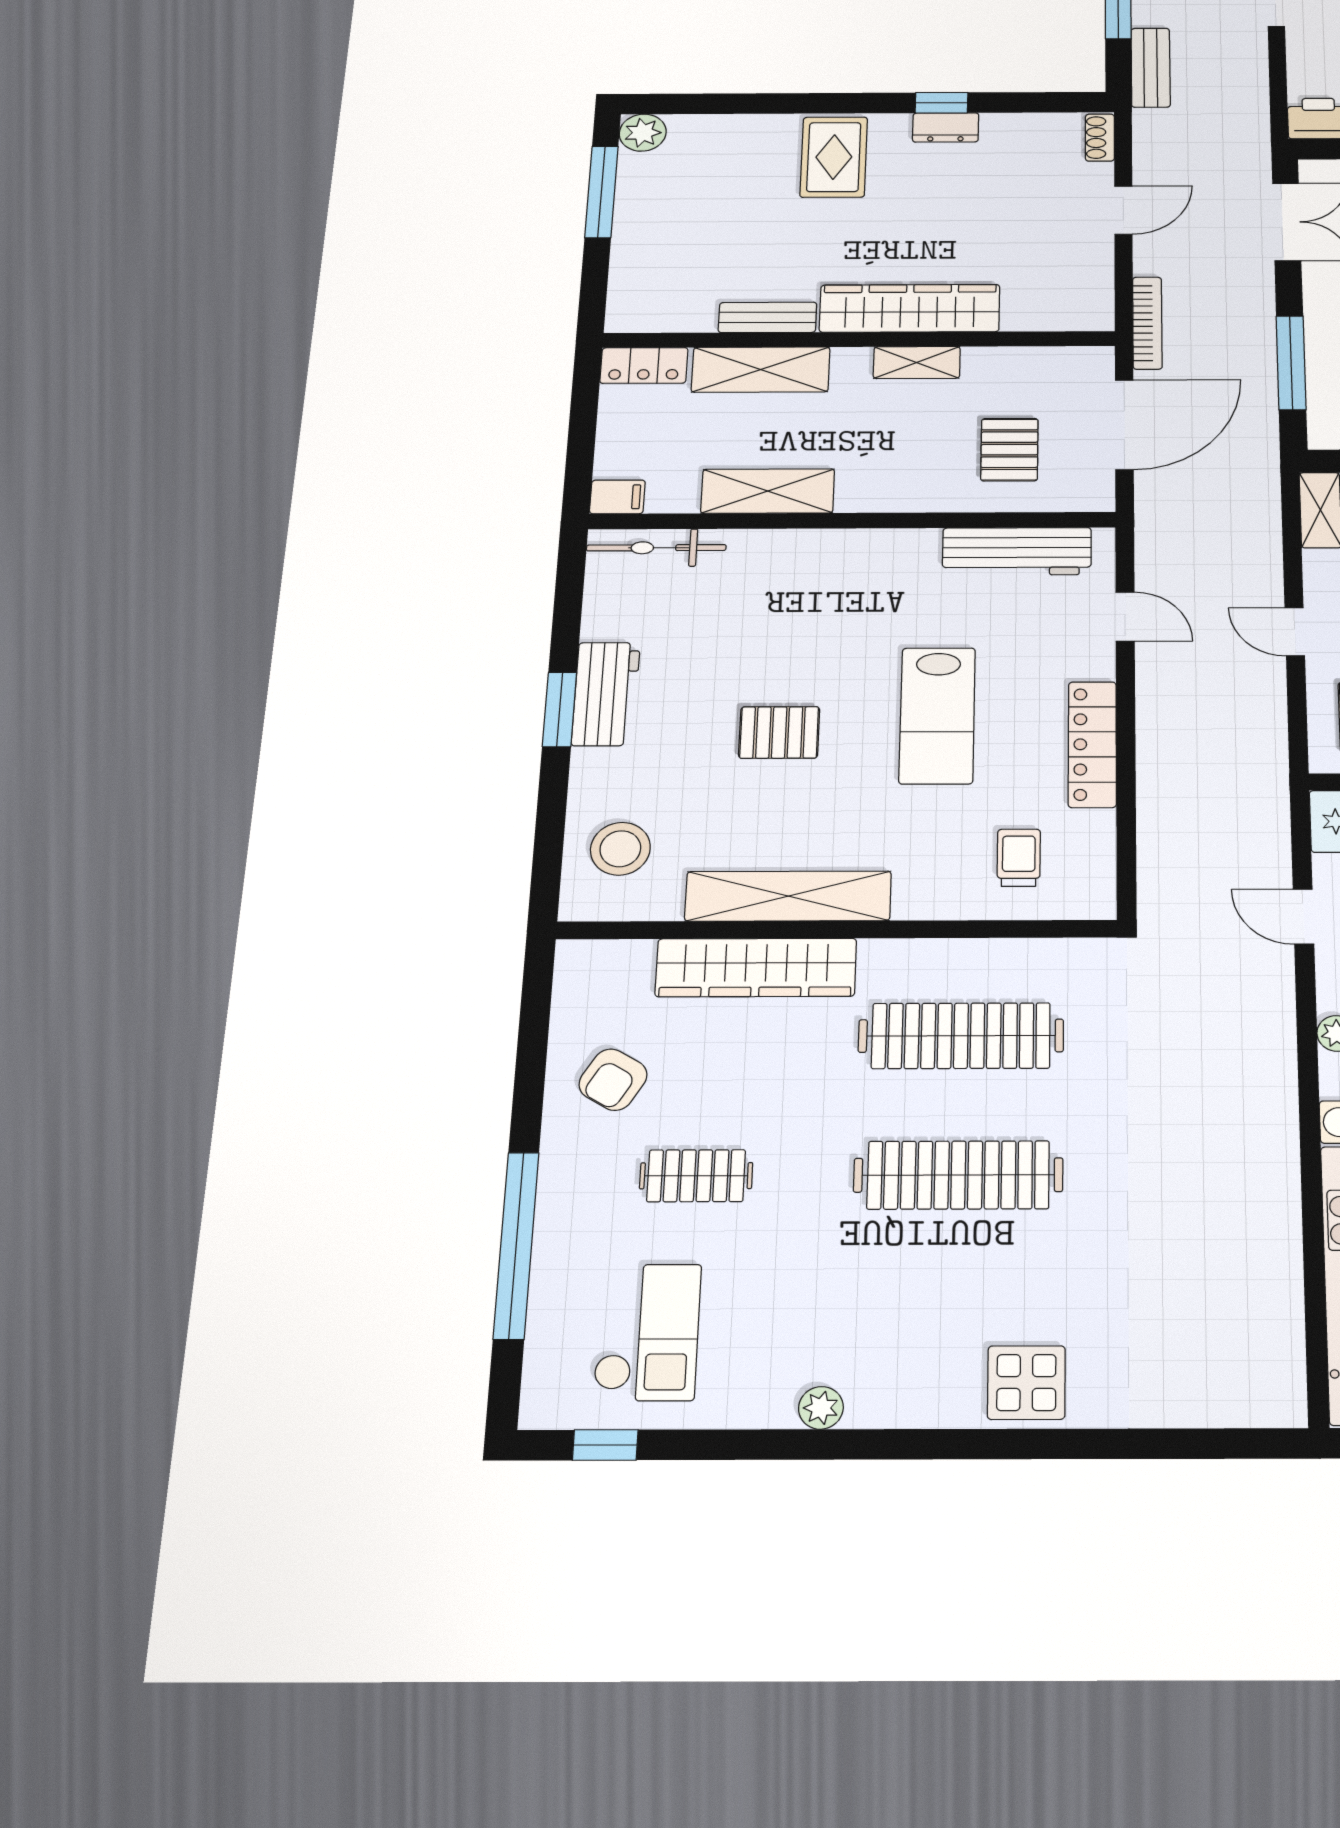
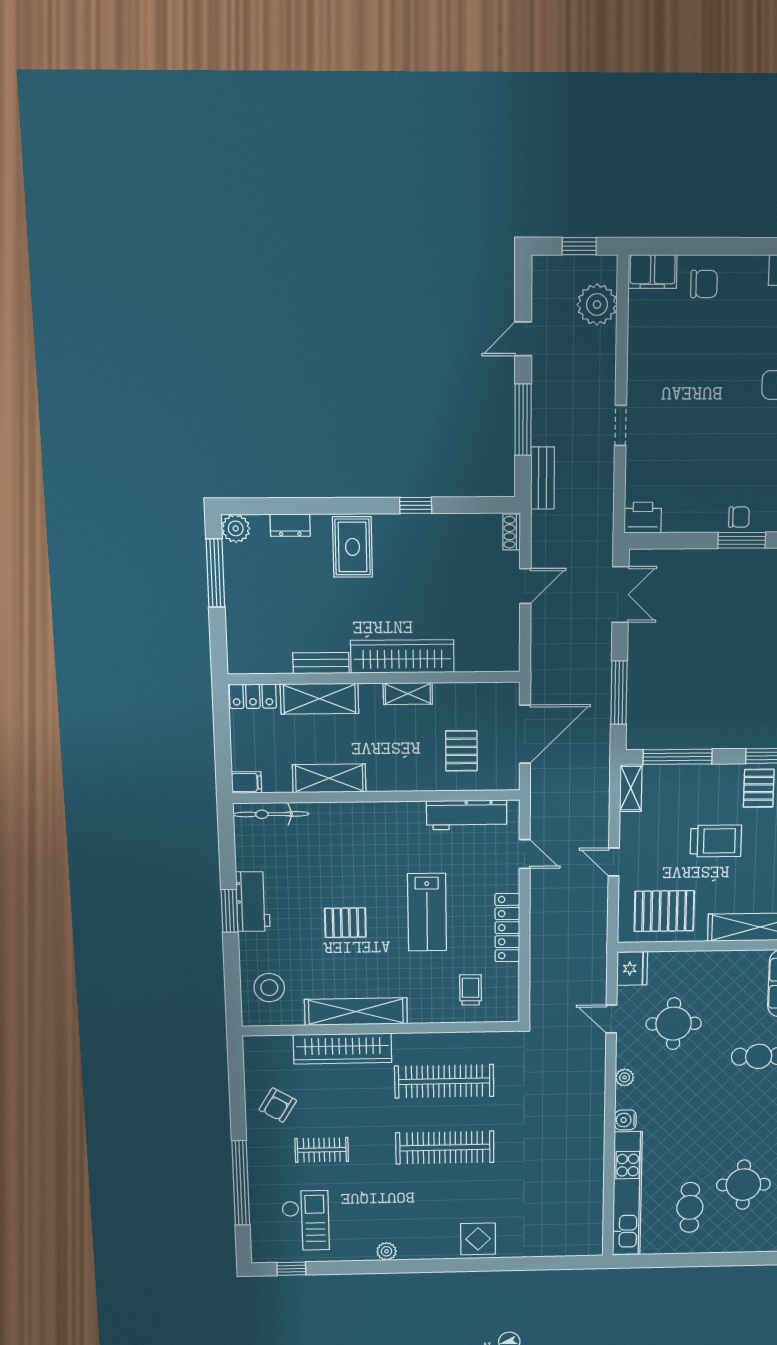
dresser: (946, 127) -> (290, 525), moved
bookcase: (1147, 323) -> (538, 666), removed

